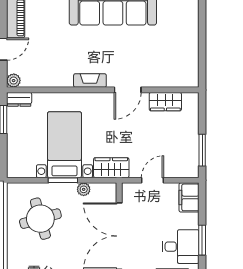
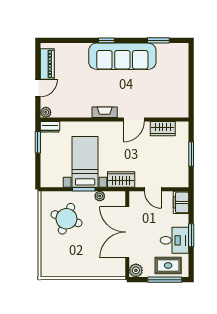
window: (202, 150) -> (191, 154), moved
door: (153, 180) -> (153, 189), swing flipped
round table: (40, 219) -> (66, 219), turned 36

